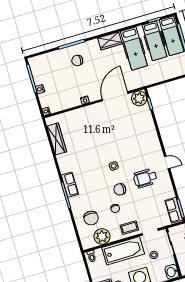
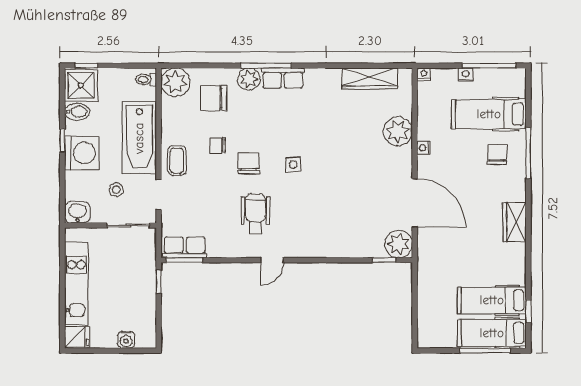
hospital bed: (134, 49) -> (489, 114), moved
plant: (80, 116) -> (398, 131), added
plant: (76, 202) -> (249, 79), added
plant: (102, 236) -> (175, 82), moved

